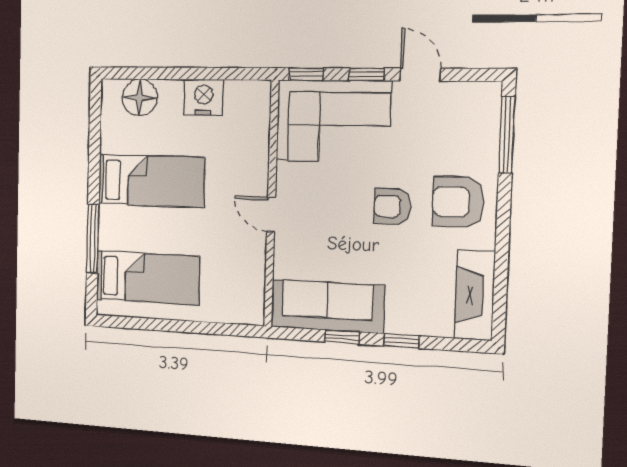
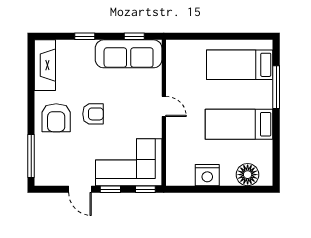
armchair: (458, 202) -> (56, 118), turned 90
window: (342, 337) -> (134, 36), moved

